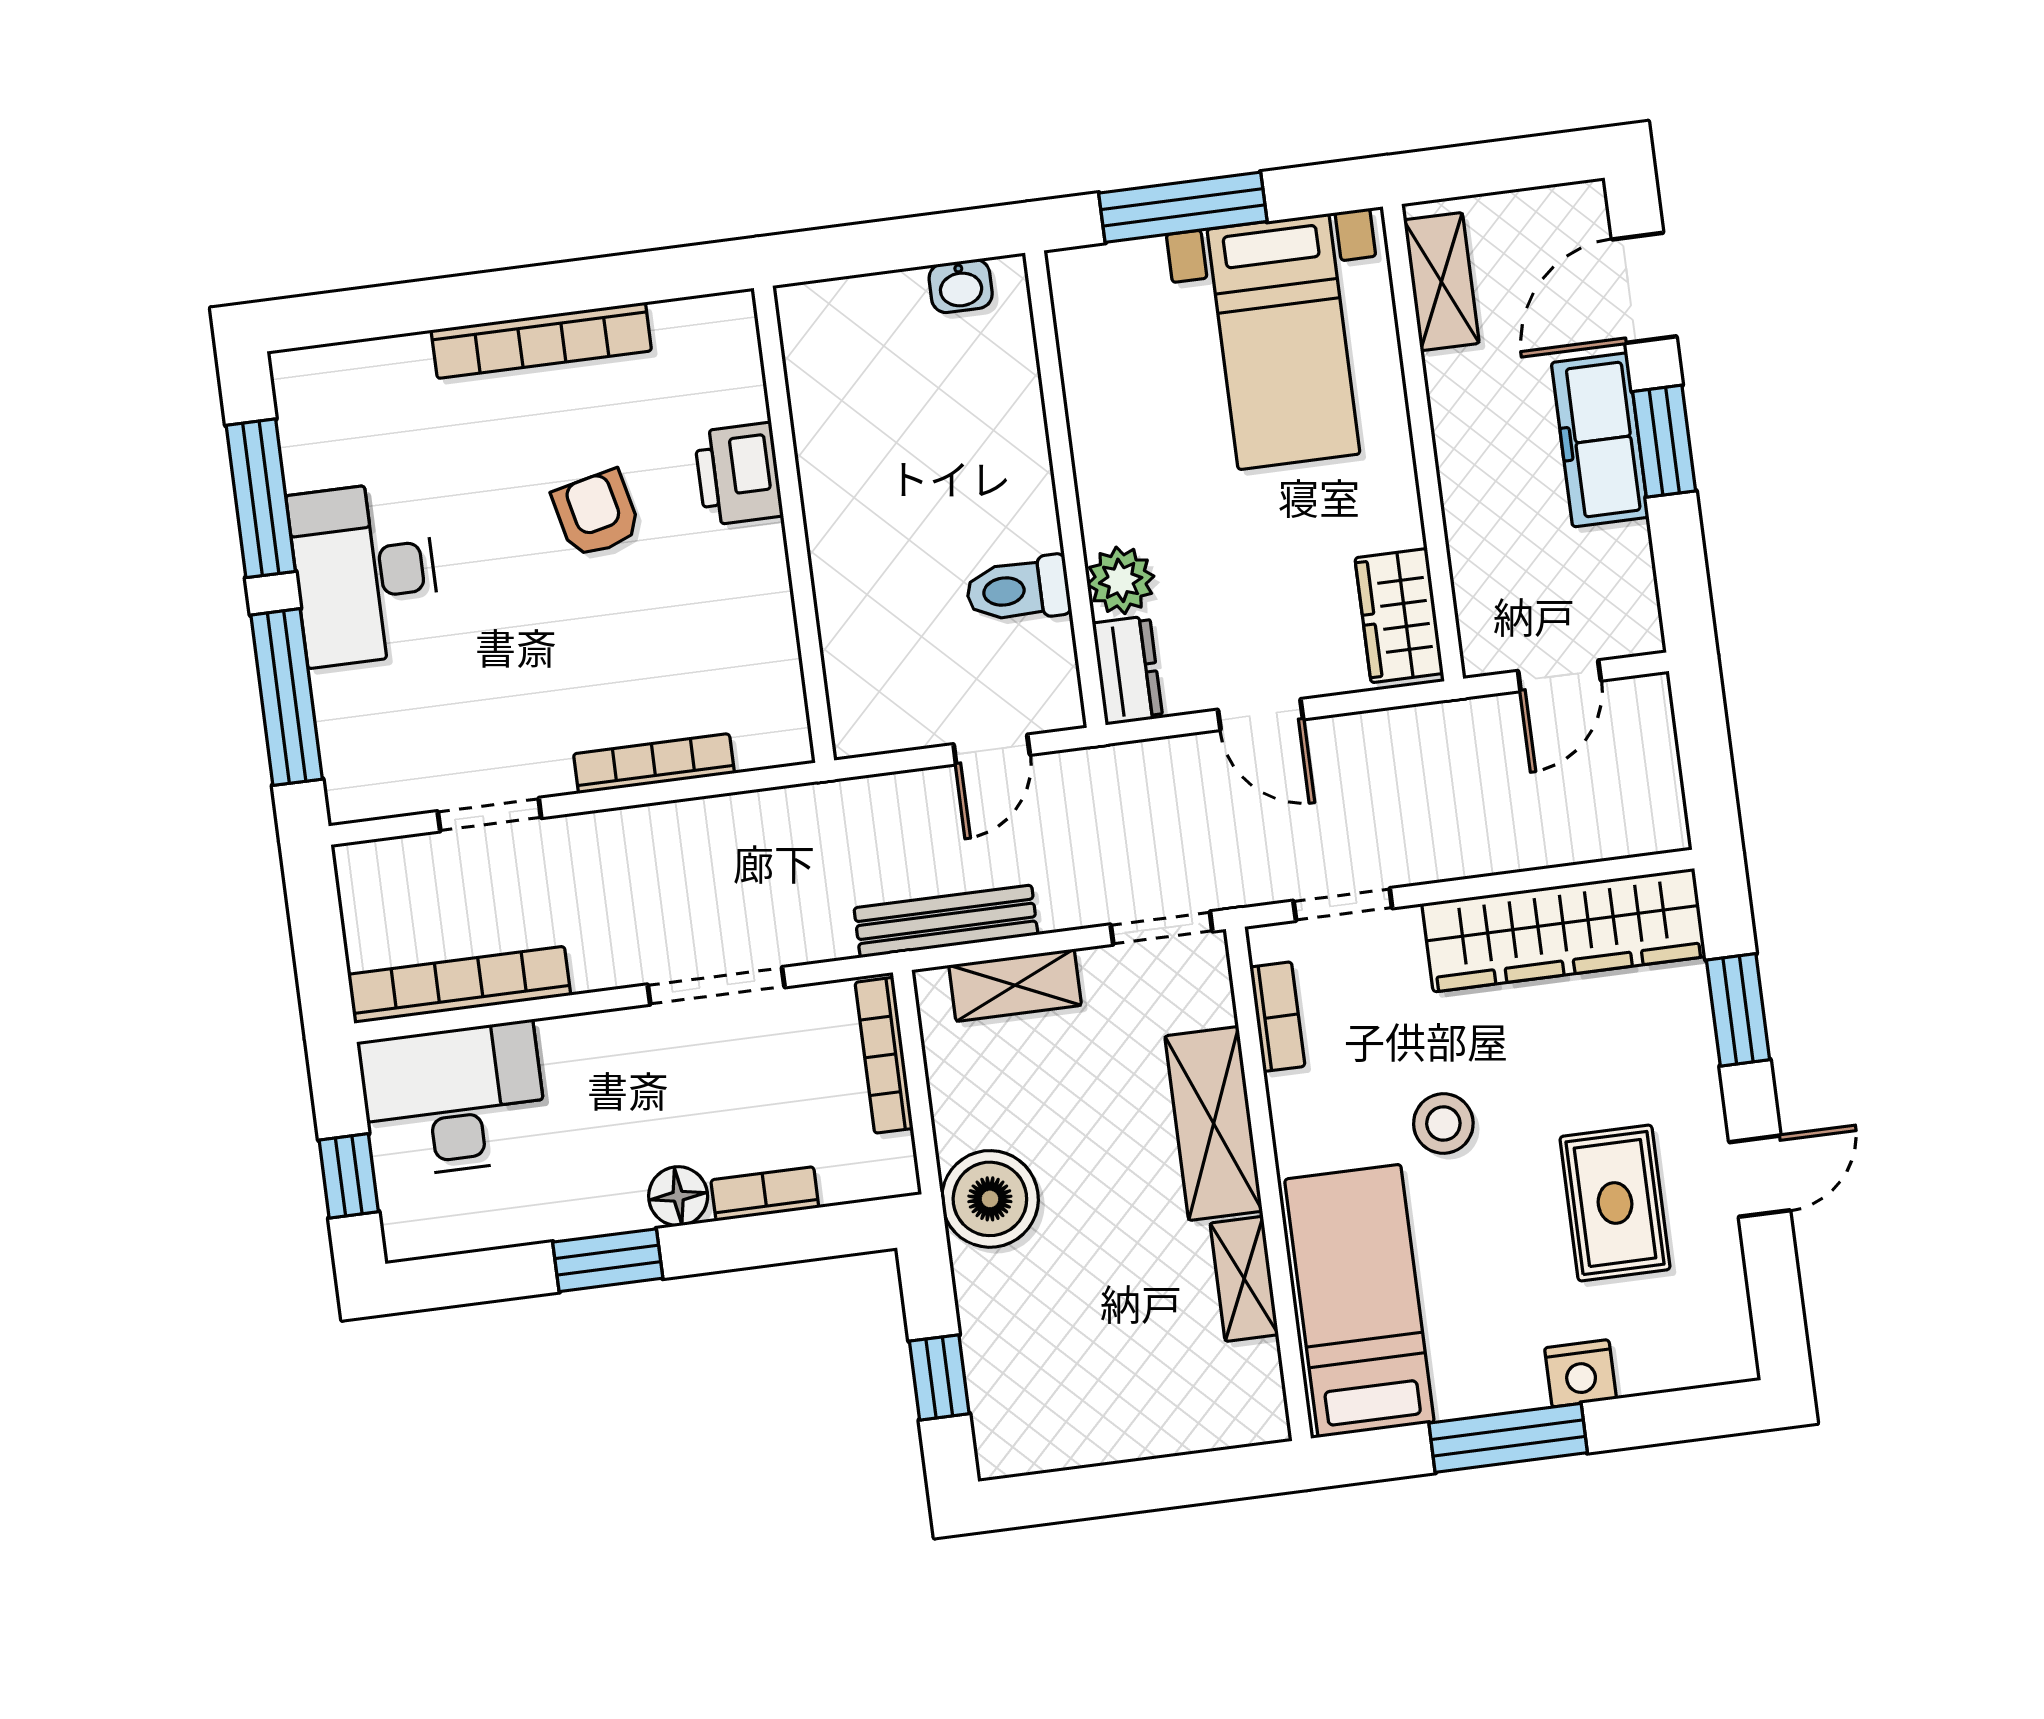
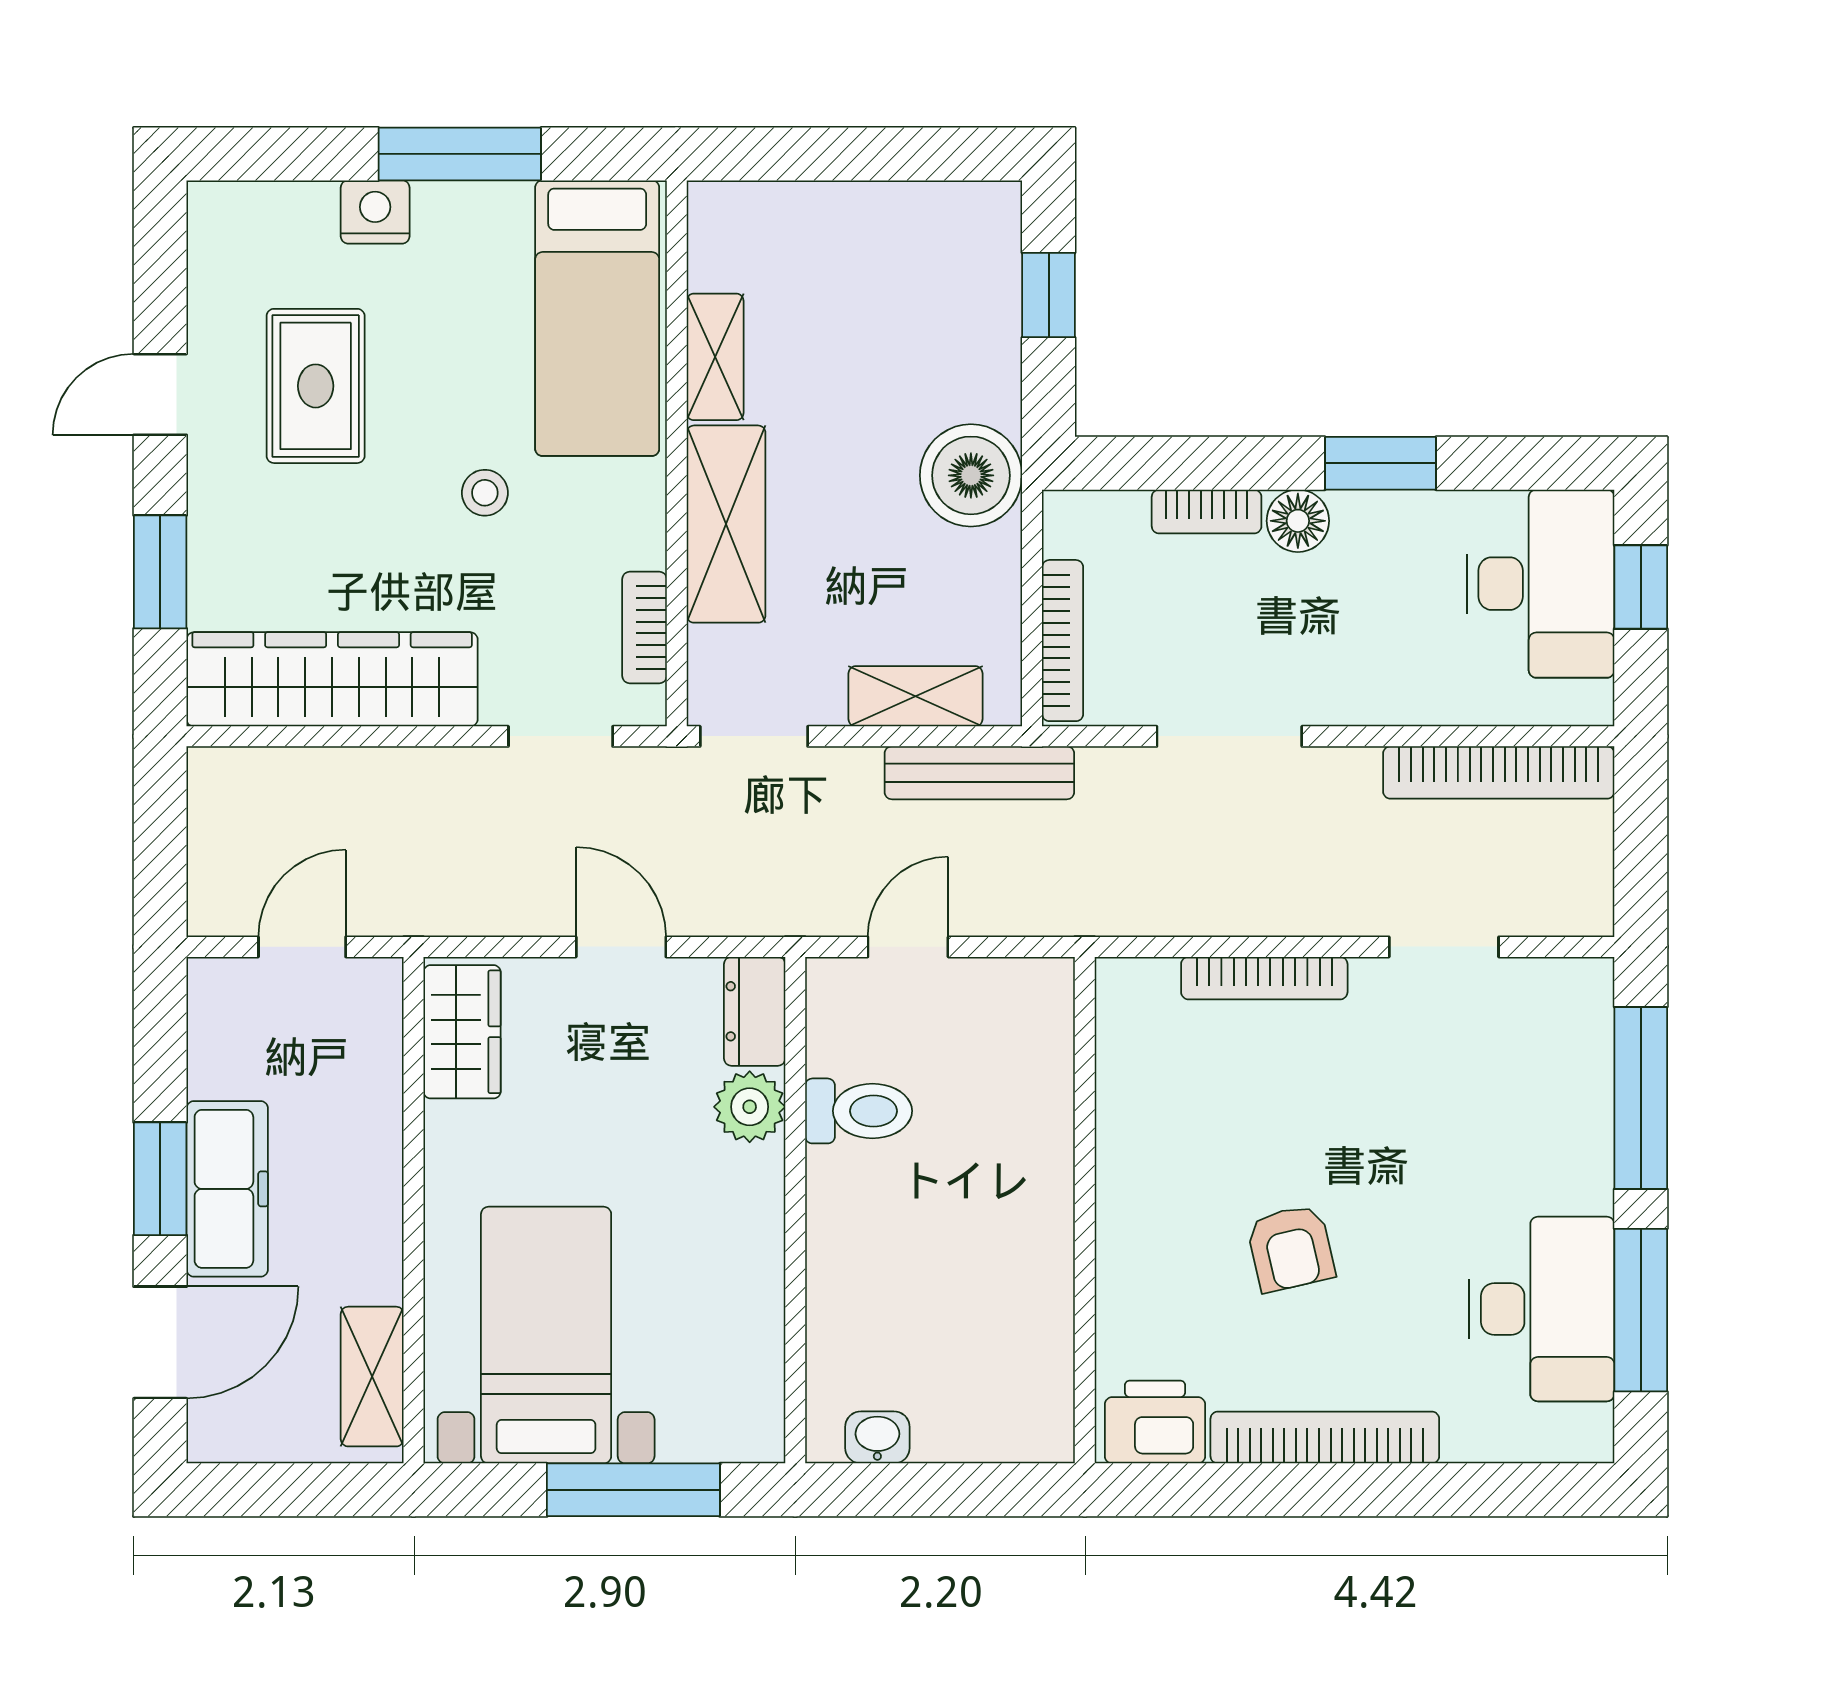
printer: (739, 474) -> (1155, 1422), moved, turned -90
desk: (365, 574) -> (1542, 1309), moved
desk: (454, 1100) -> (1541, 584), moved, turned -90
stool: (1443, 1123) -> (485, 493), width x0.73, depth x0.73

